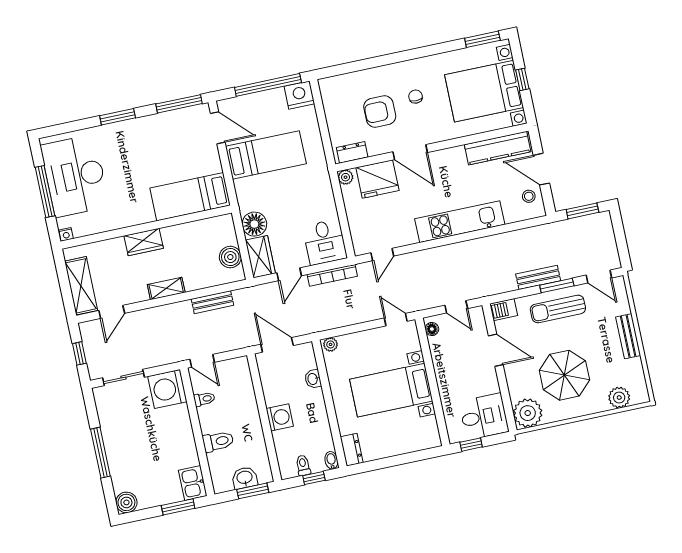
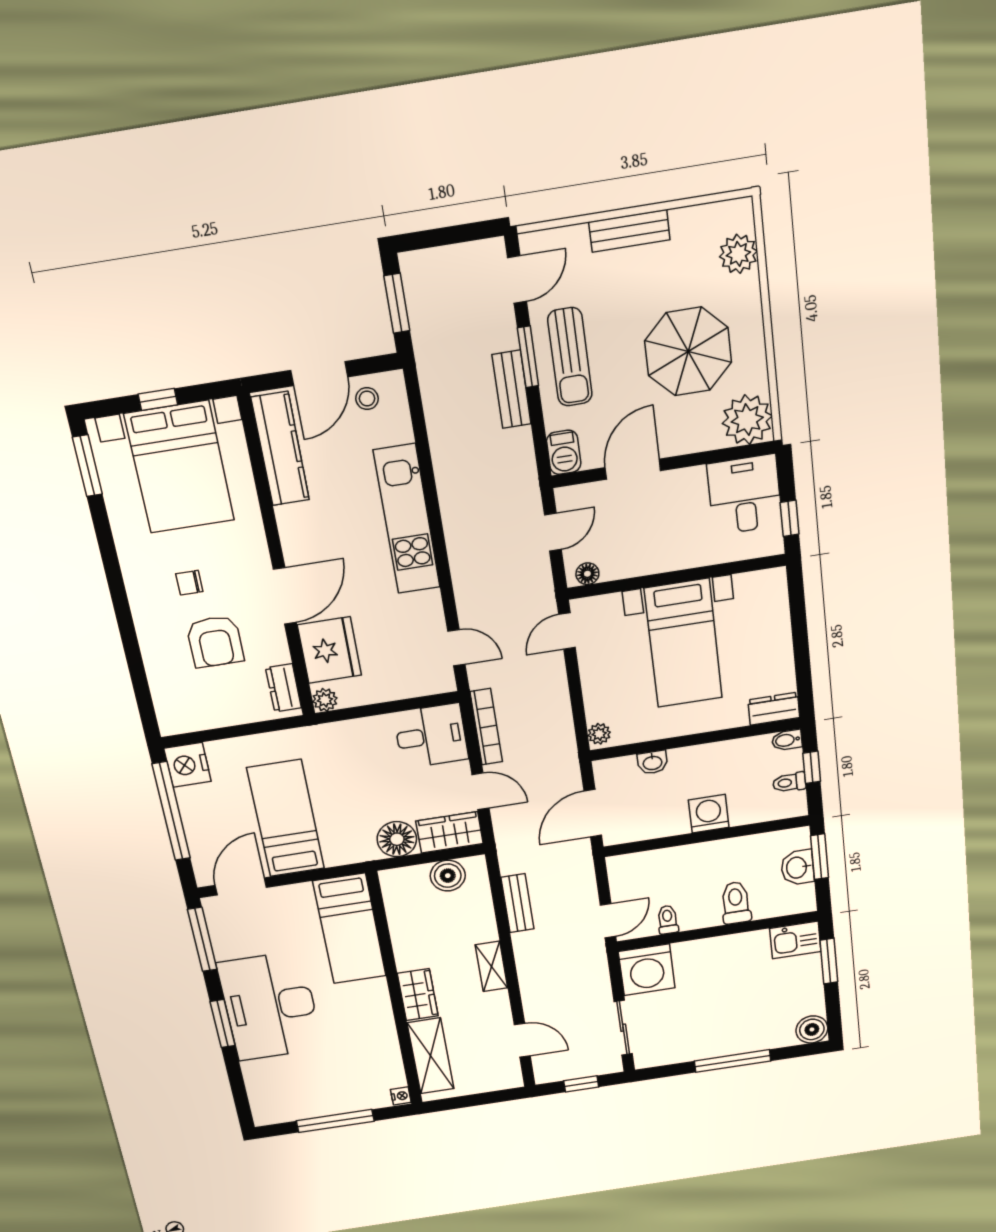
desk: (75, 176) -> (270, 1006), moved, turned 90
shelving: (81, 286) -> (431, 1056), moved, turned 90

